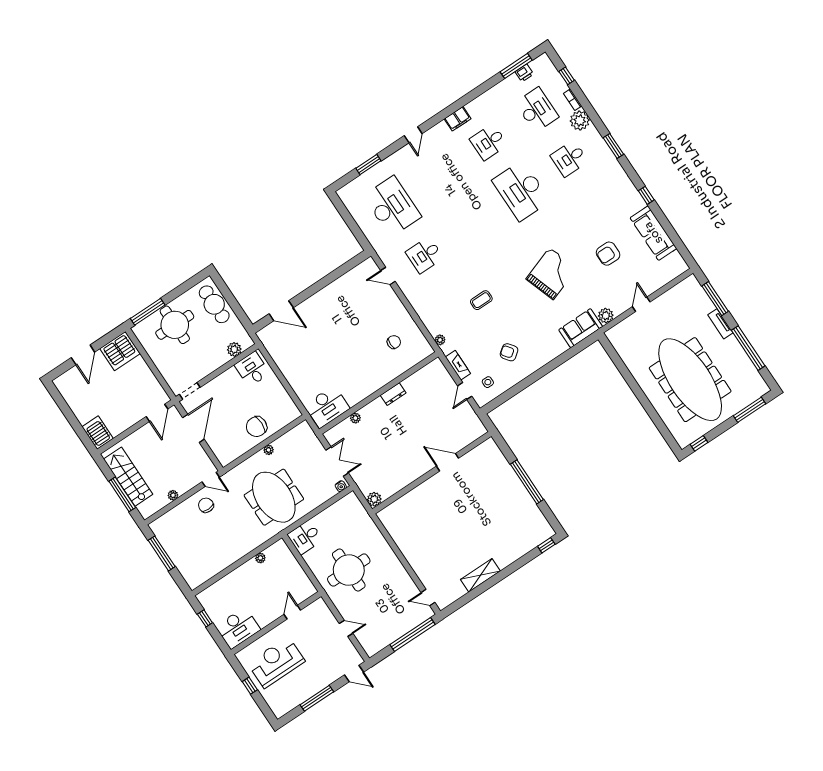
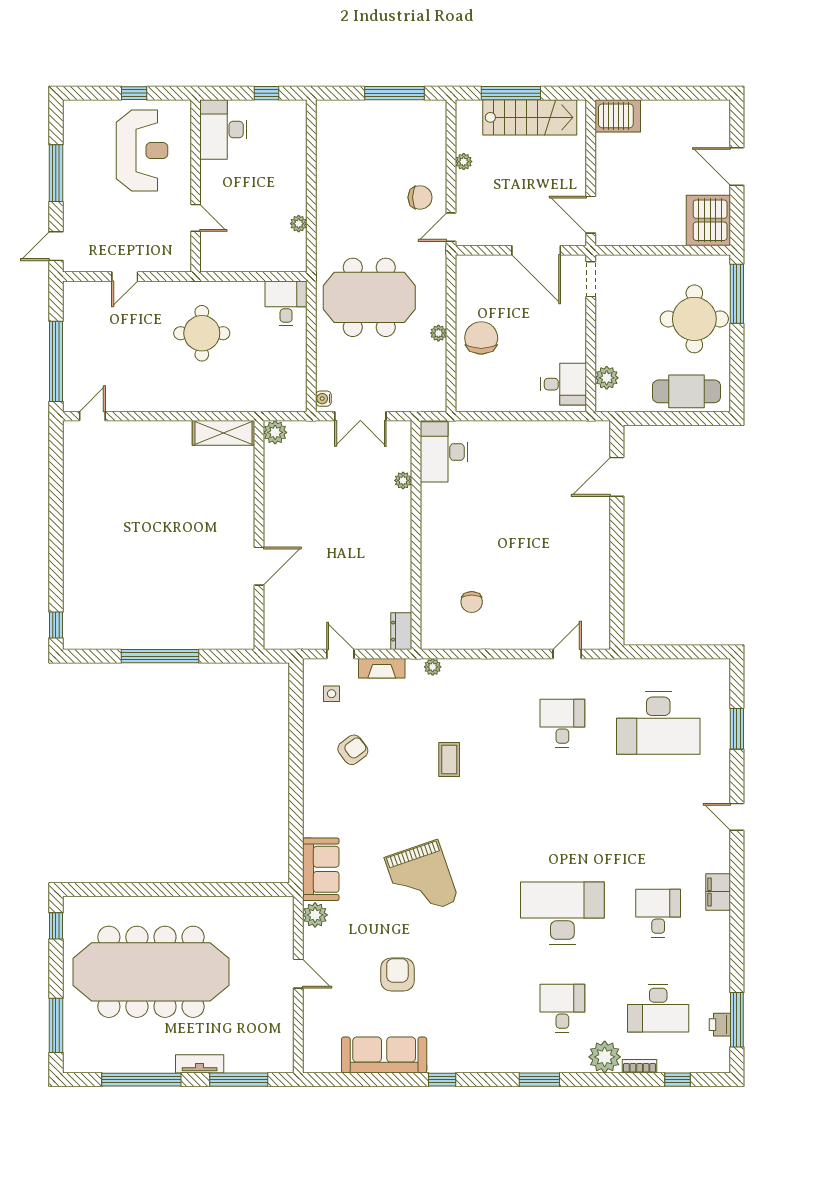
dresser: (393, 394) -> (401, 631), moved
round table: (349, 570) -> (202, 333), width x0.73, depth x0.73
shelving: (480, 575) -> (223, 433), moved, turned 90

